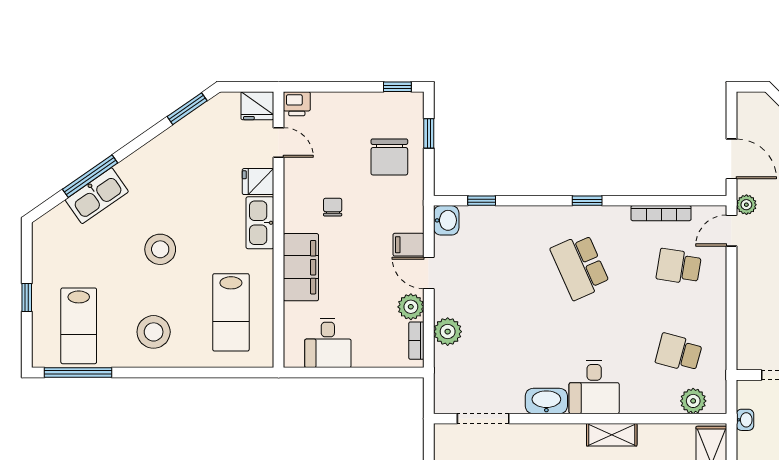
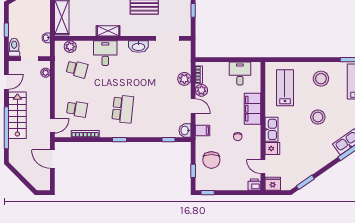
chair: (389, 157) -> (211, 160), turned 180
plant: (746, 205) -> (46, 73), moved
filing cabinet: (409, 245) -> (202, 130), moved
school desk: (580, 267) -> (123, 109), turned 30
desk: (594, 387) -> (105, 53), moved

